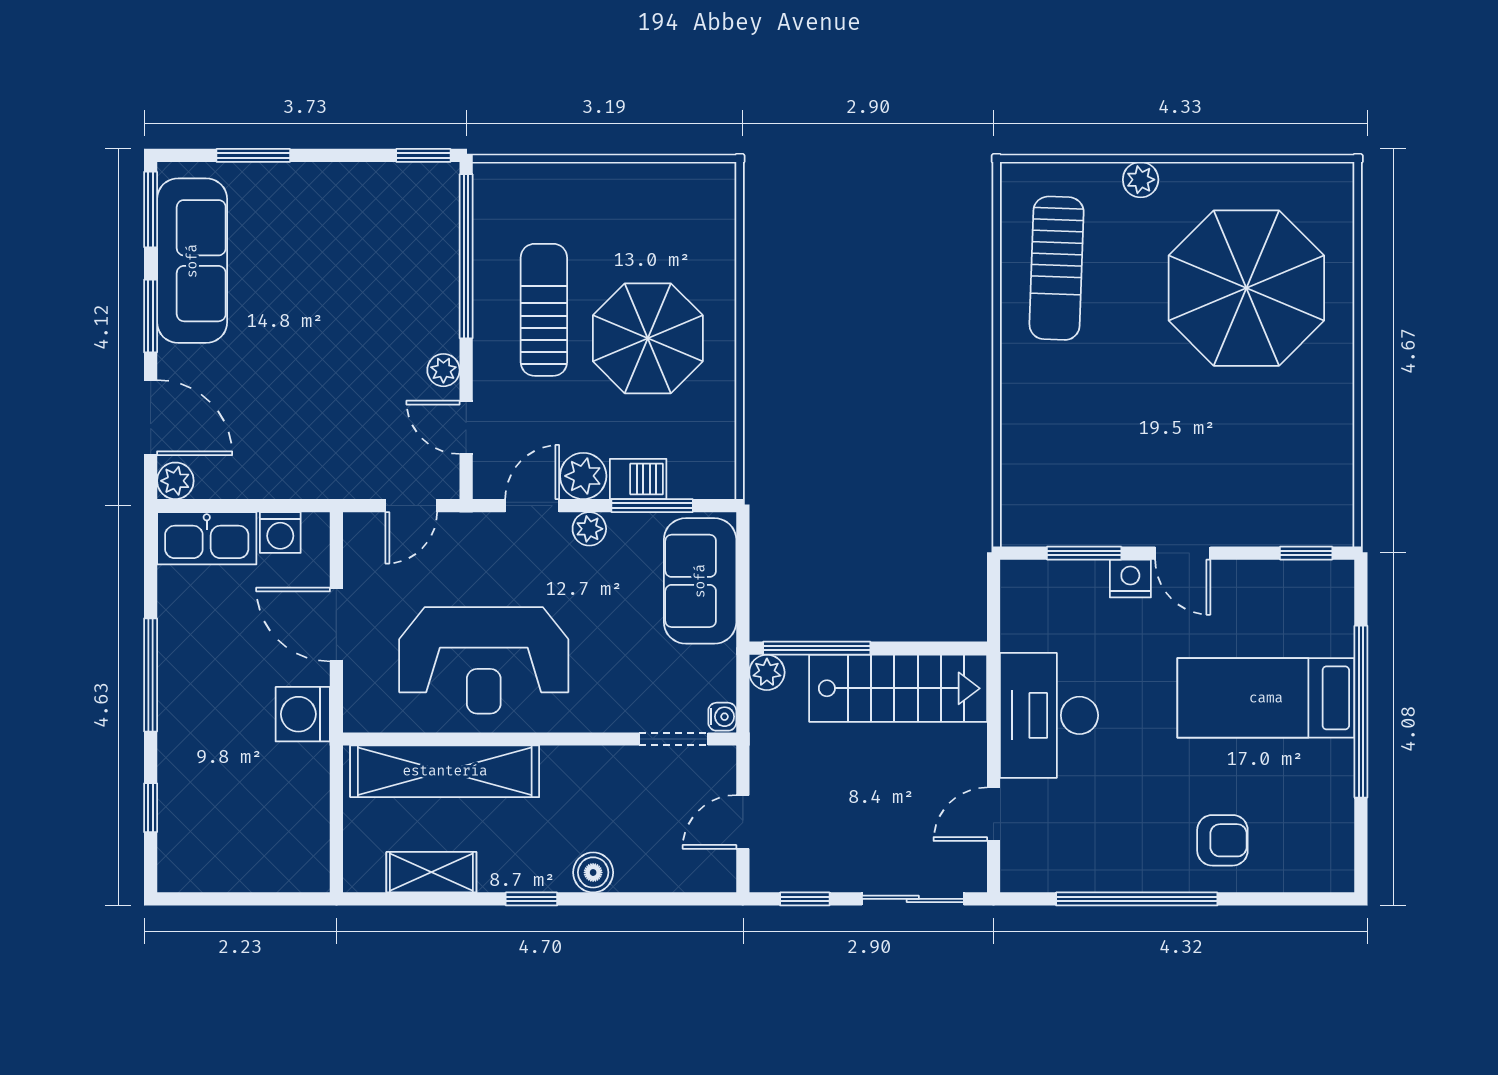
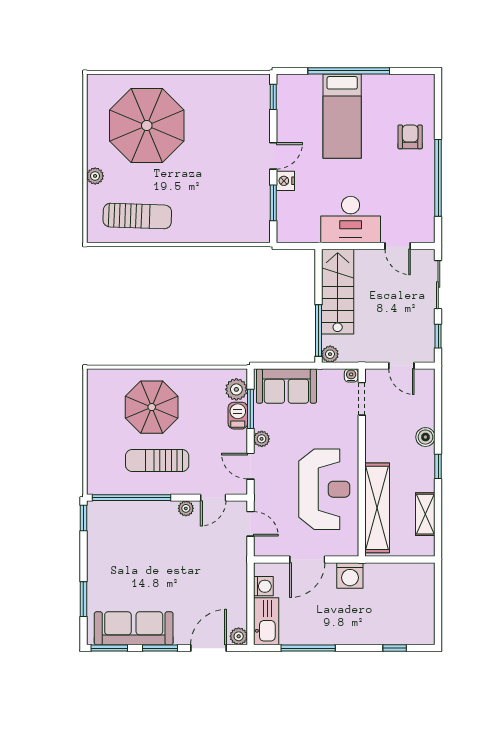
parasol: (648, 338) -> (152, 407), moved
plant: (583, 476) -> (236, 389), moved
window: (151, 675) -> (308, 648), moved

